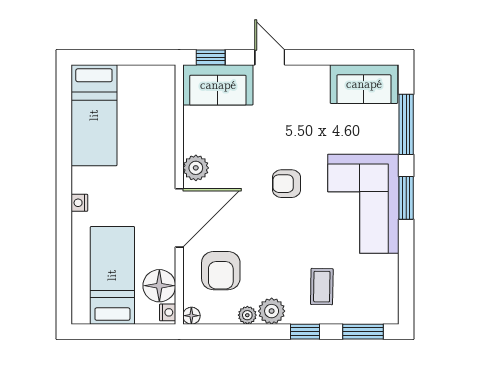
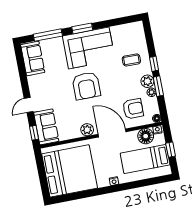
bed: (94, 115) -> (70, 171), width x2.04
armchair: (286, 184) -> (86, 86), width x1.88, depth x1.88
window: (122, 332) -> (171, 150), added
window: (363, 332) -> (158, 86), moved

